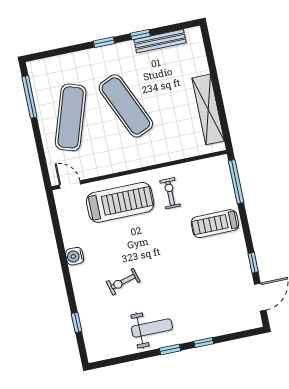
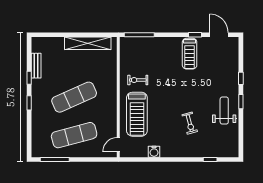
bench: (160, 41) -> (36, 66), width x0.73
exercise mat: (71, 117) -> (74, 135), turned -33
treadmill: (120, 202) -> (137, 114), turned 180
treadmill: (215, 224) -> (190, 54), moved
water cooler: (75, 256) -> (154, 152), moved

